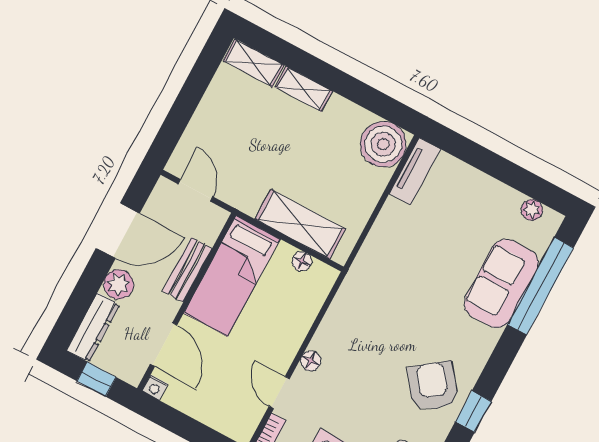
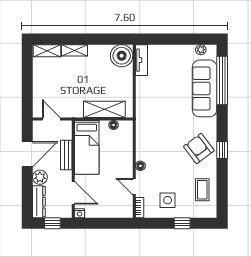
sofa: (501, 283) -> (205, 88), width x1.36

